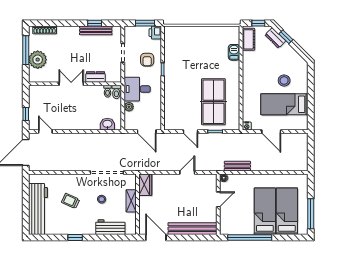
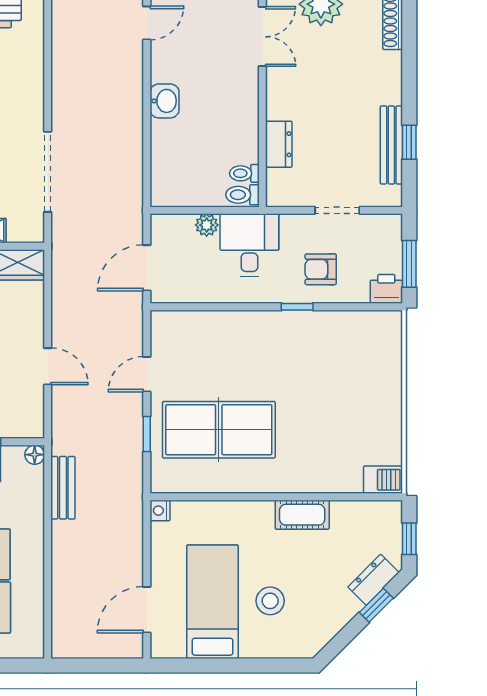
cot: (248, 39) -> (302, 515), moved
barbecue: (234, 52) -> (383, 480), moved
double door: (71, 84) -> (262, 37), moved
washbasin: (107, 124) -> (165, 101), moved
door: (271, 131) -> (147, 610), moved

